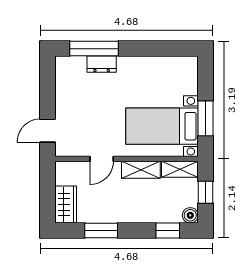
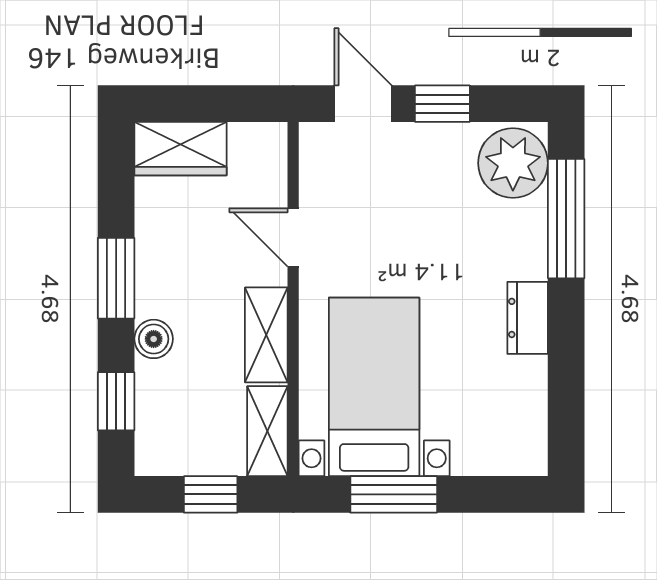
dresser: (102, 64) -> (528, 318), moved
plant: (71, 70) -> (513, 163), added
window: (47, 99) -> (442, 104), added
boiler: (190, 215) -> (154, 339), moved
window: (101, 230) -> (116, 278), moved

